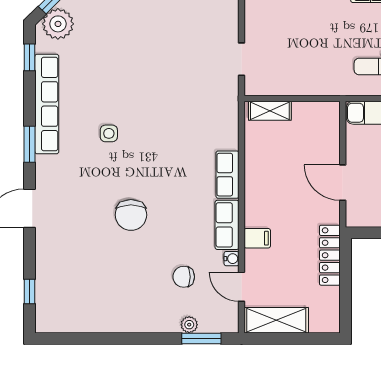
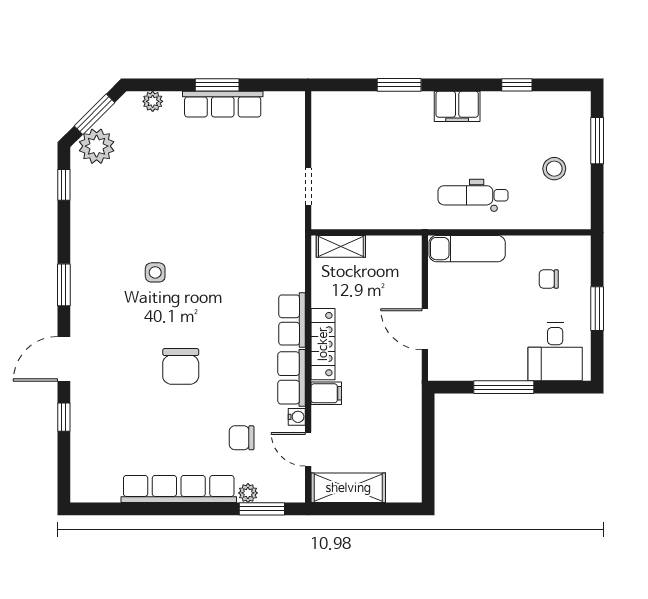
row of seats: (47, 104) -> (179, 489), moved, turned -90
locker: (330, 255) -> (323, 344), moved, turned 180
window: (30, 292) -> (64, 417), moved

